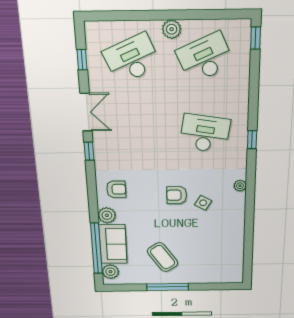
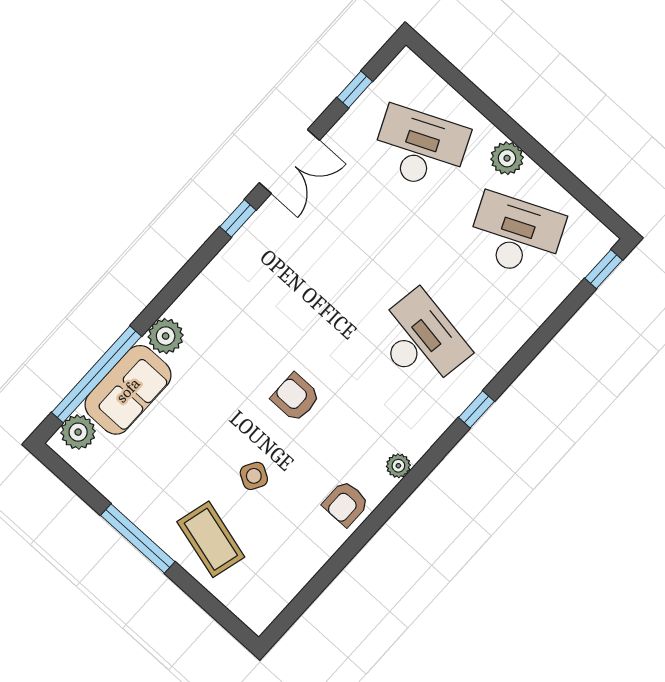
armchair: (116, 189) -> (346, 504), moved, turned 90
side table: (203, 203) -> (254, 476), moved
coffee table: (163, 257) -> (211, 539), moved, turned -41

